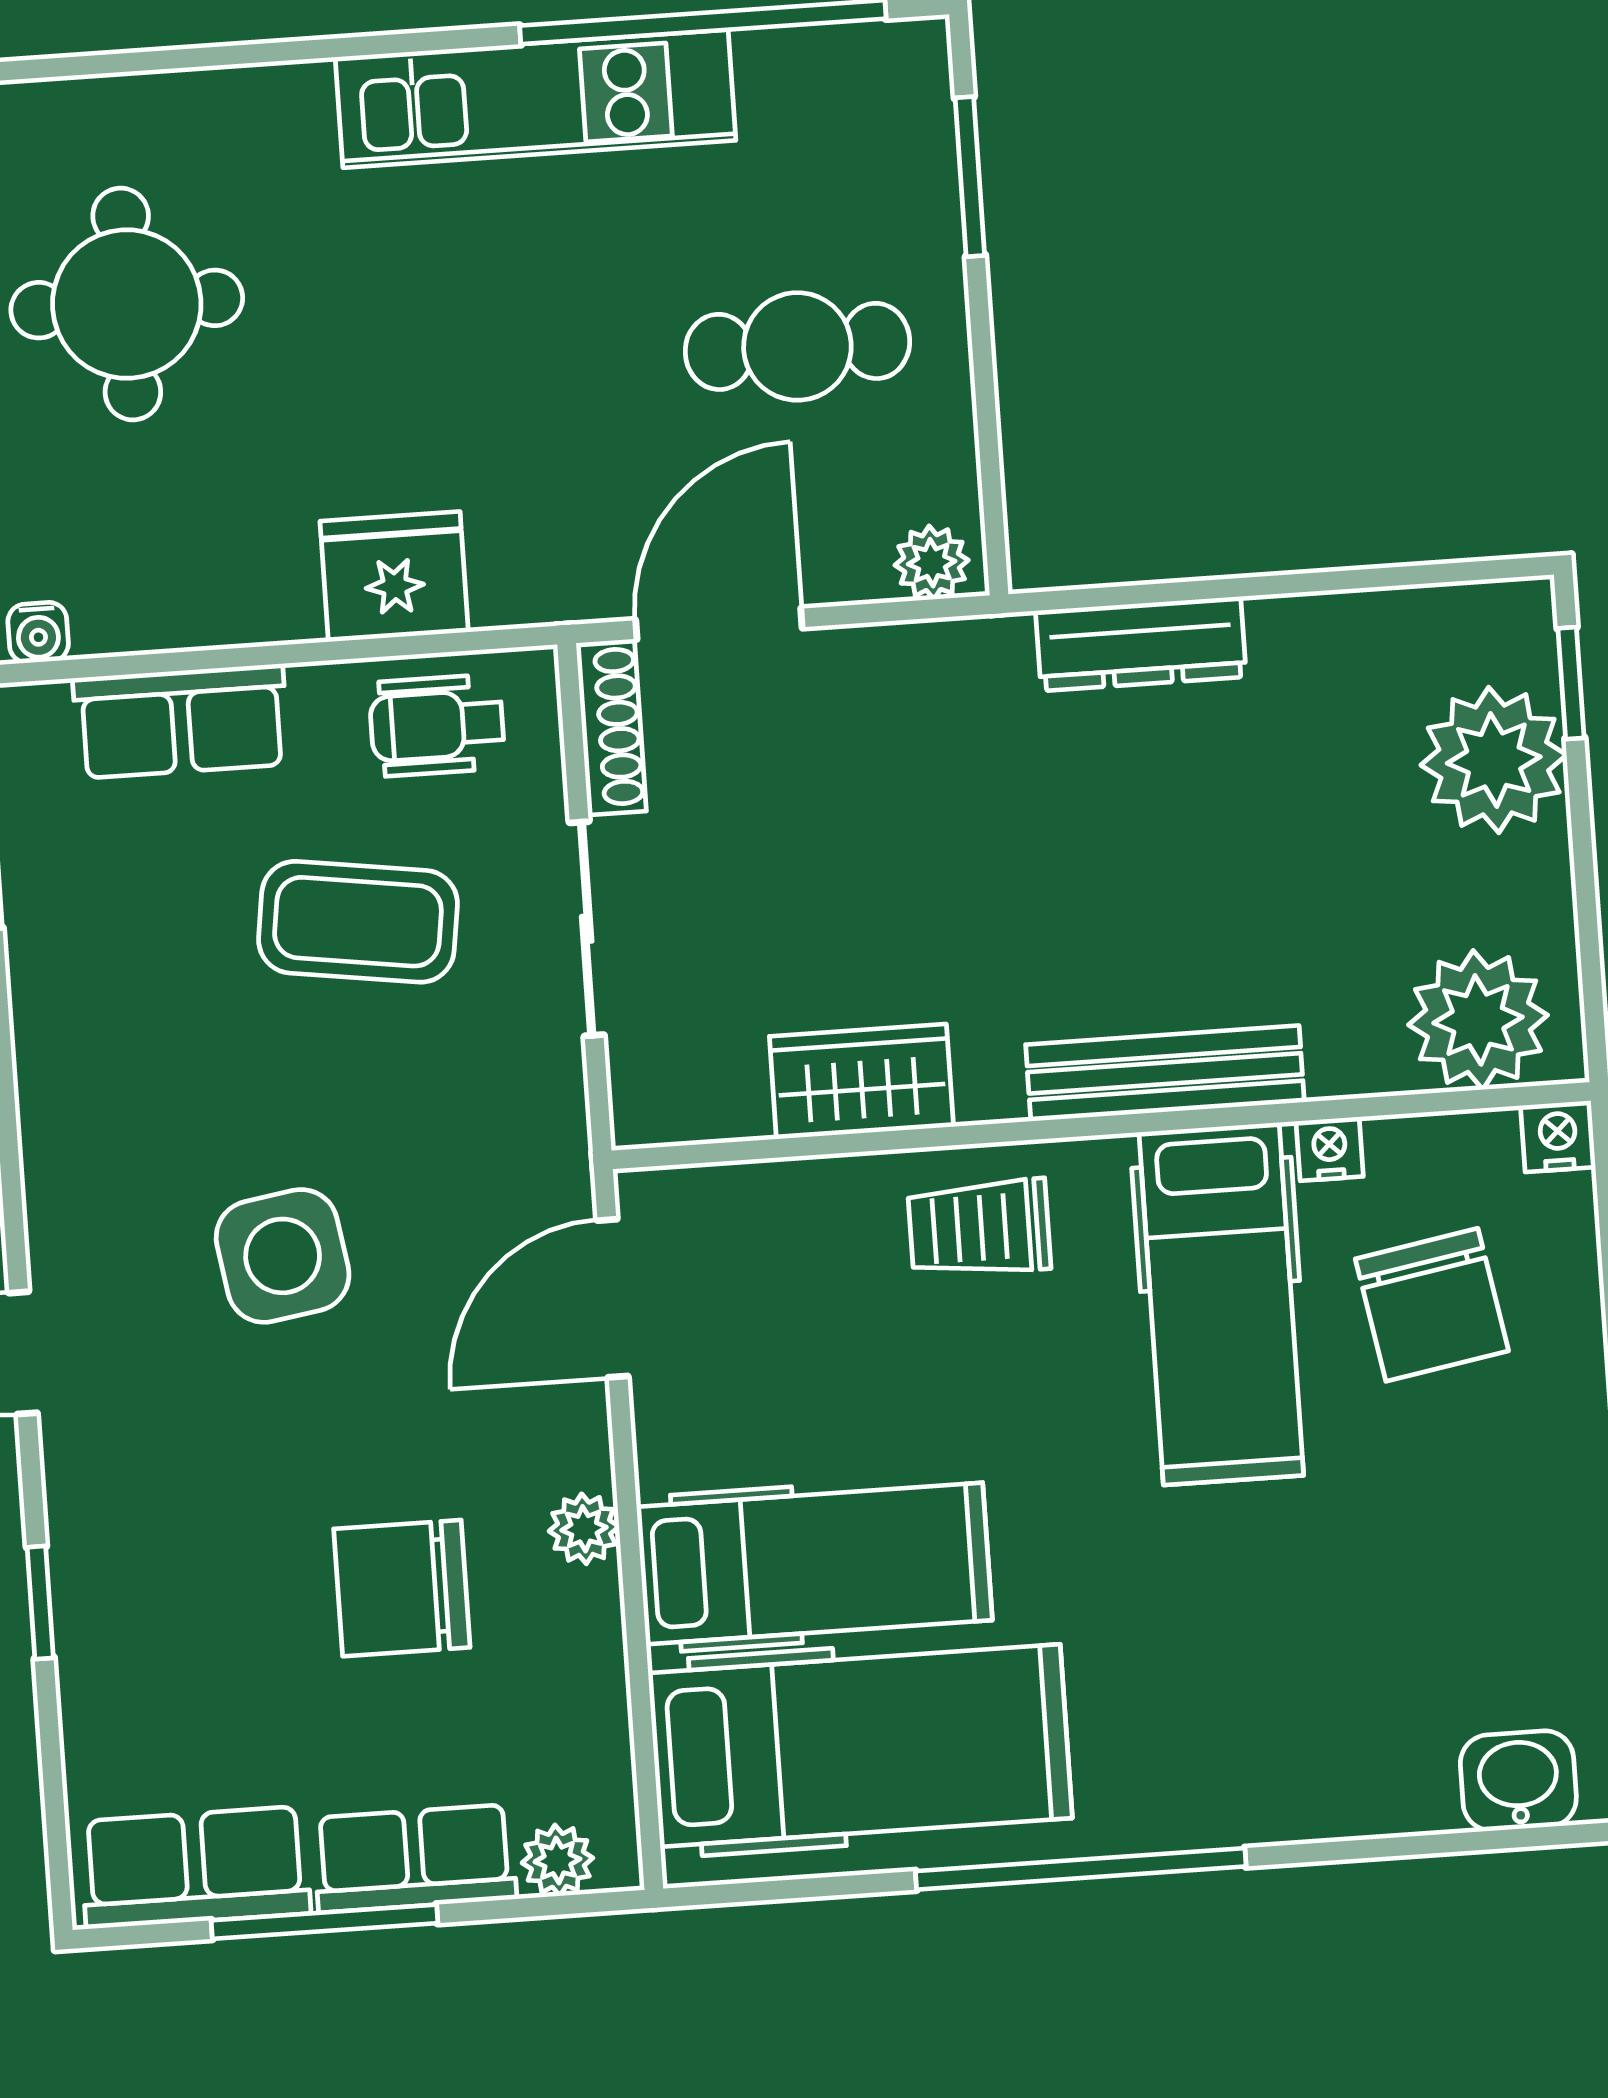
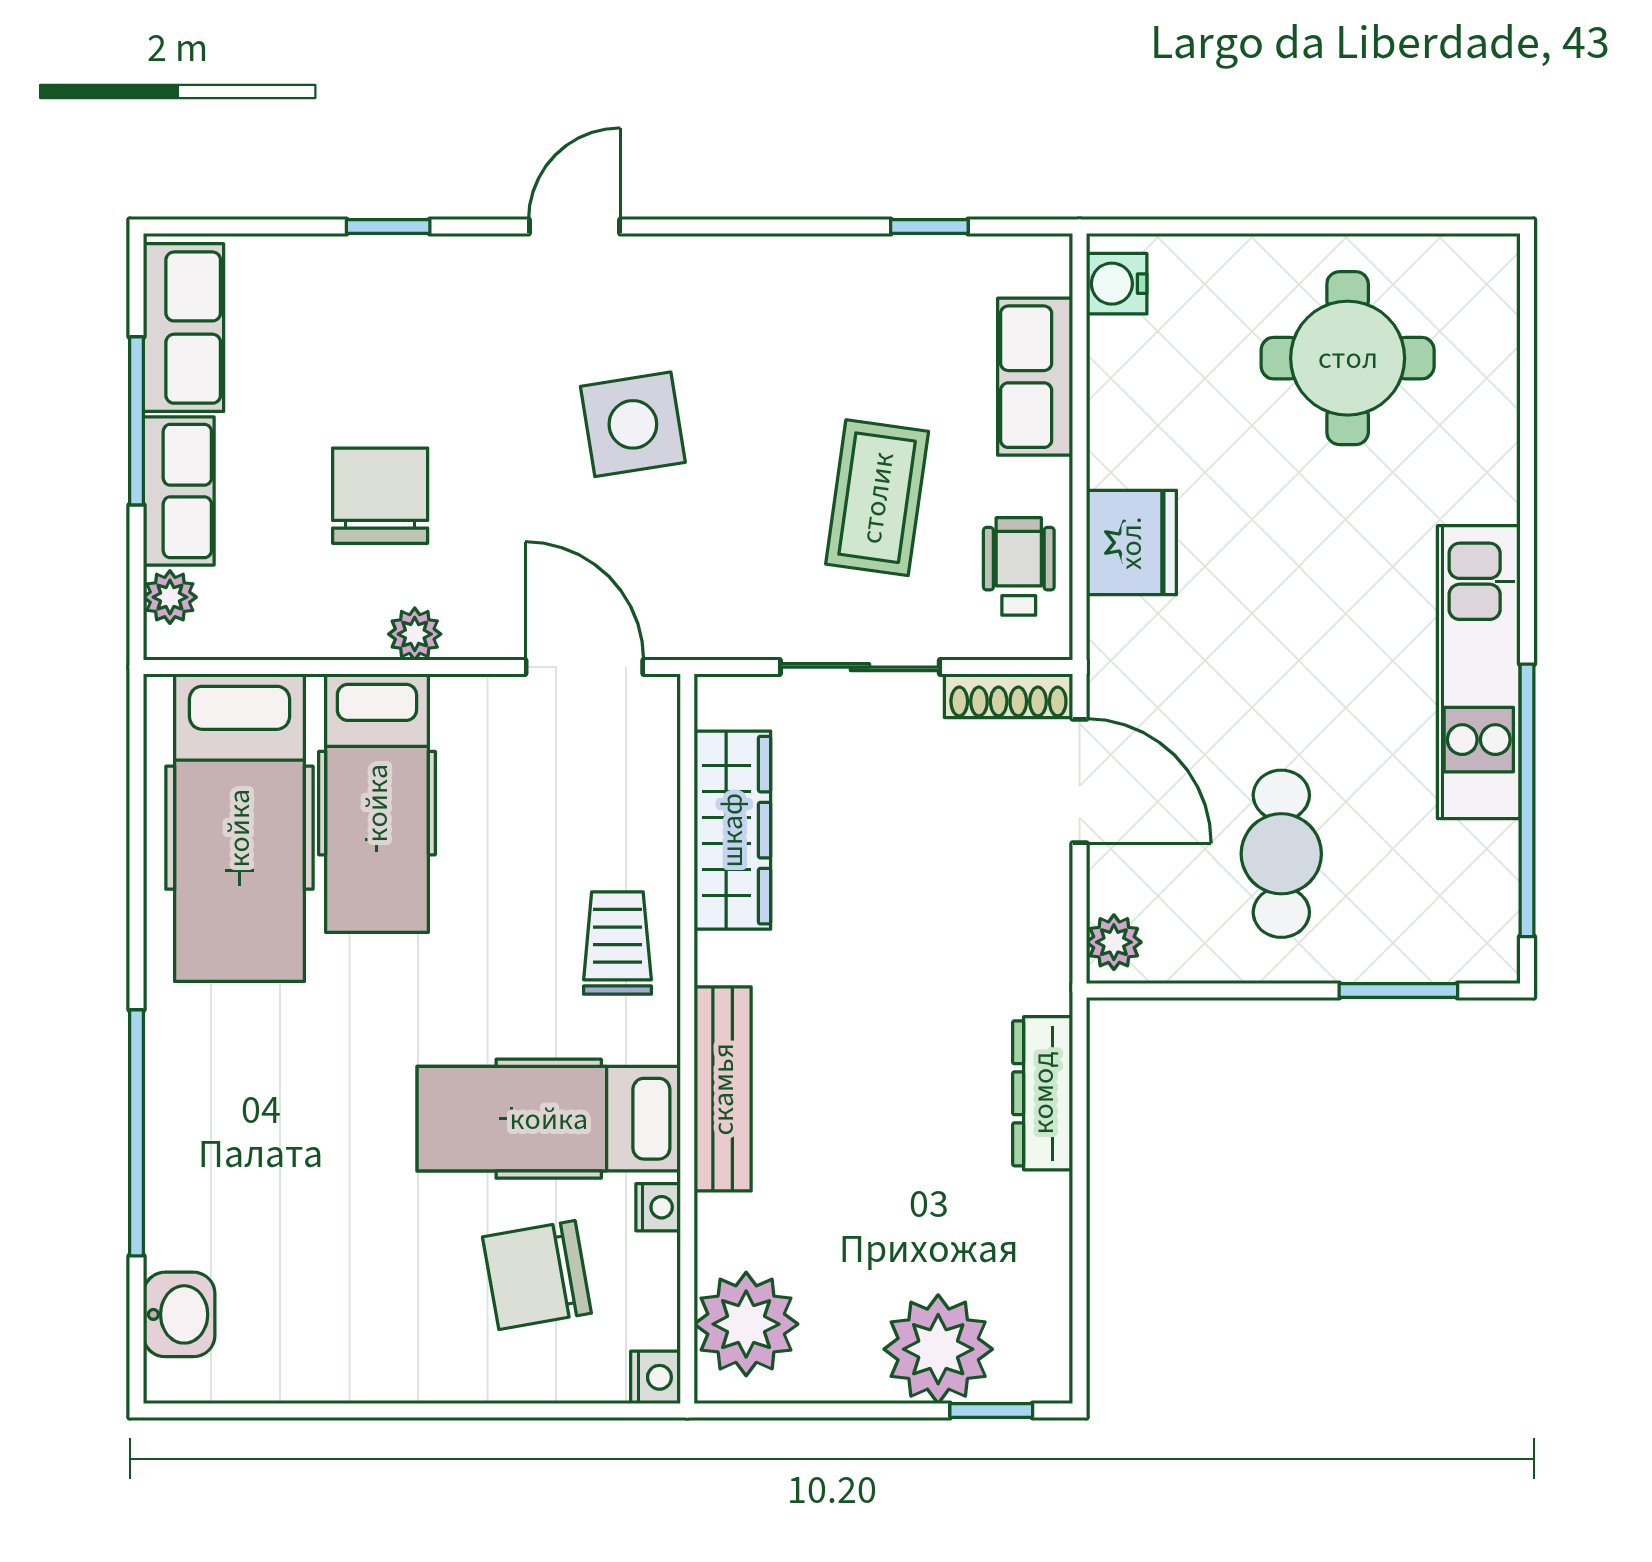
water cooler: (38, 633) -> (1117, 284), width x1.38, depth x1.38
wardrobe: (861, 1081) -> (732, 830), width x1.50
window: (1081, 1869) -> (137, 1133), moved

